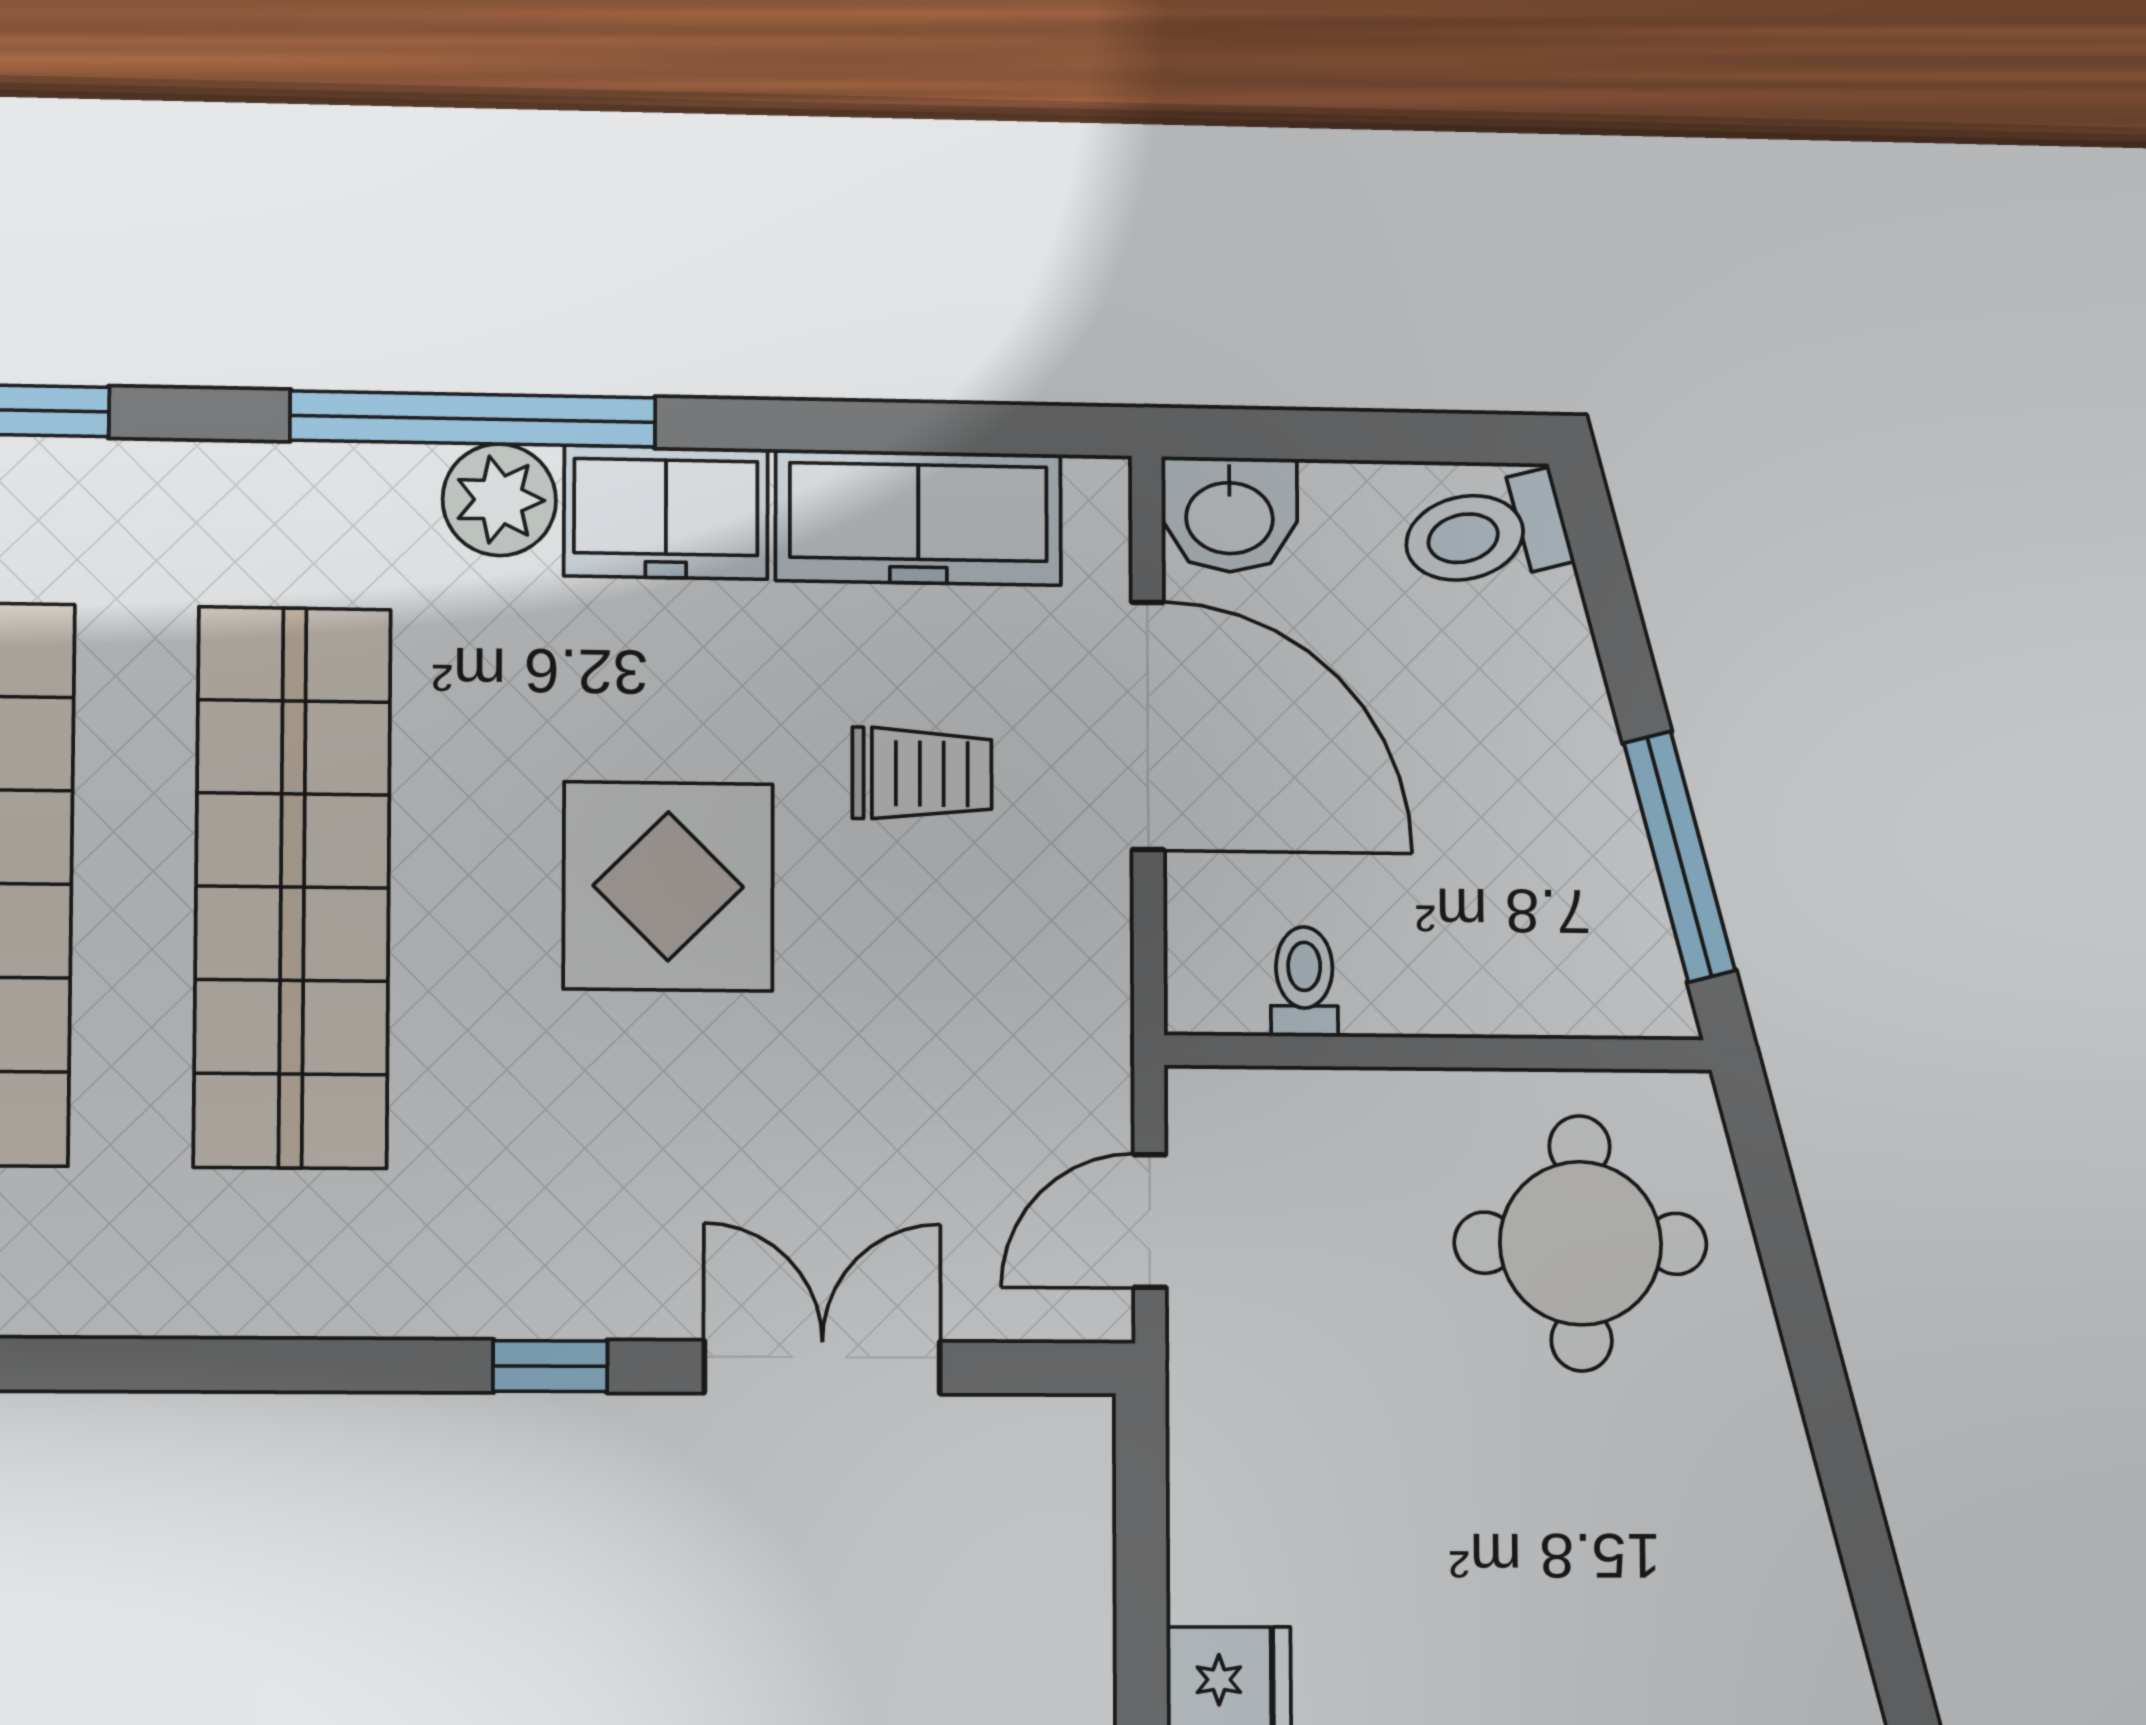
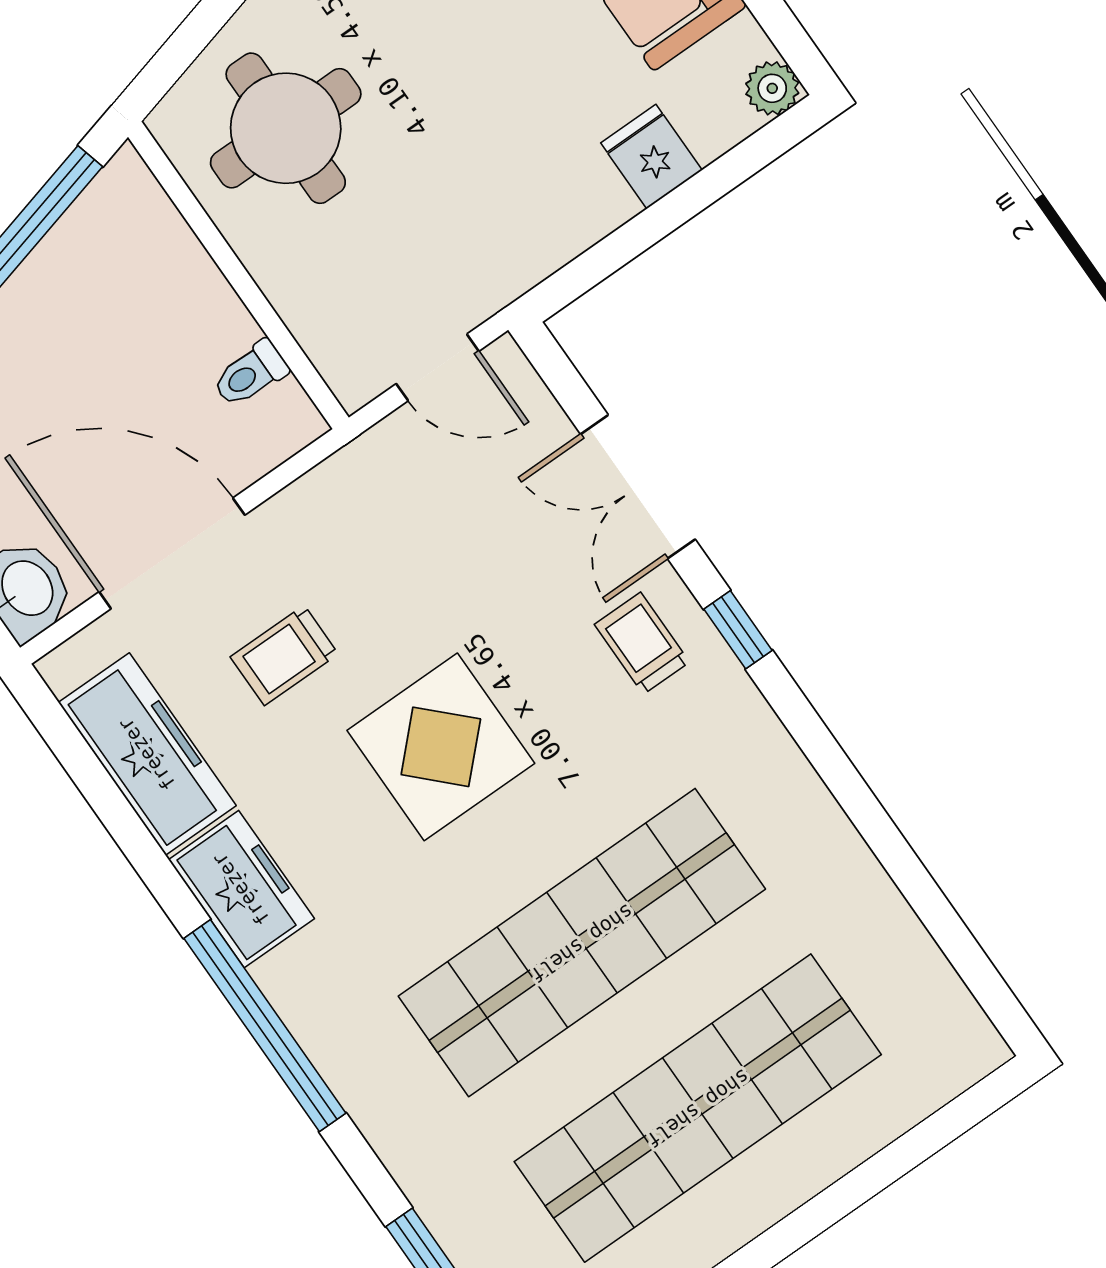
plant: (499, 500) -> (298, 981), removed
door: (1148, 726) -> (172, 553), hinge flipped
trolley: (922, 774) -> (284, 655), turned -90
trolley: (620, 1232) -> (642, 643), added

